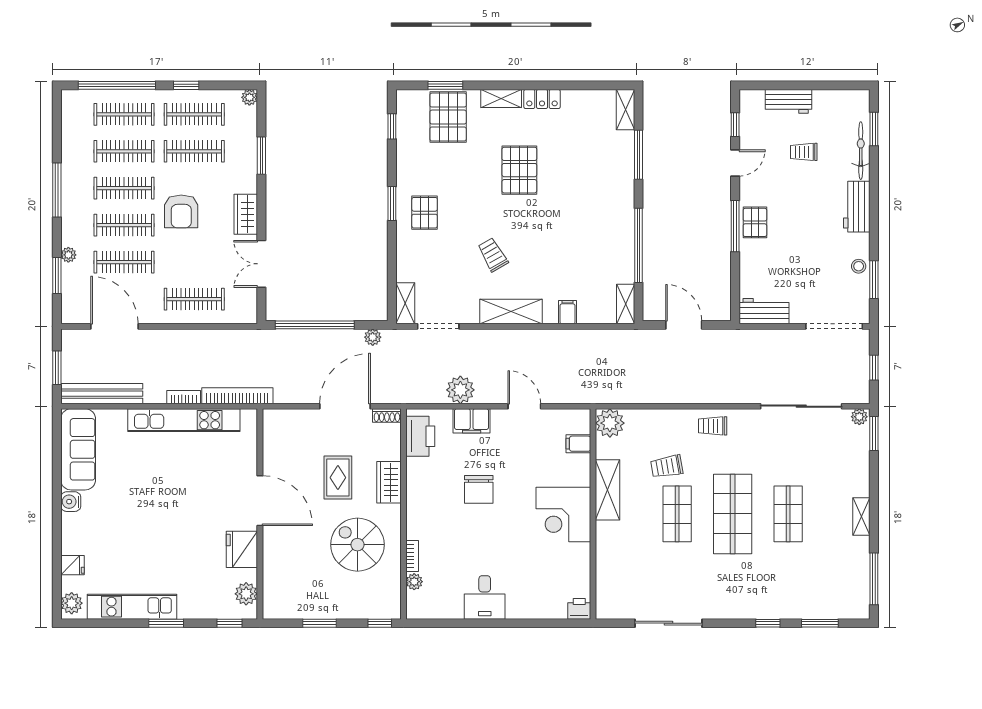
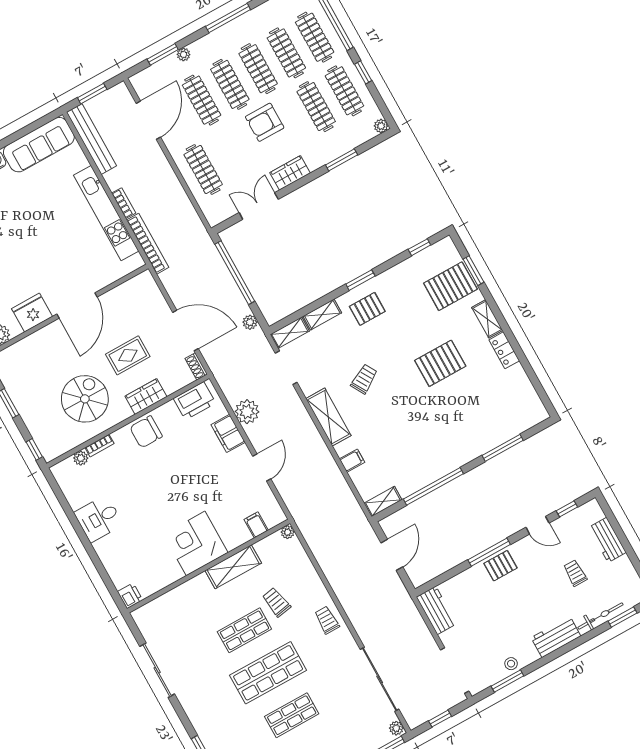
shelving: (625, 110) -> (322, 314), moved
plant: (610, 423) -> (288, 532), width x0.53, depth x0.53
chair: (479, 489) -> (146, 432), moved

